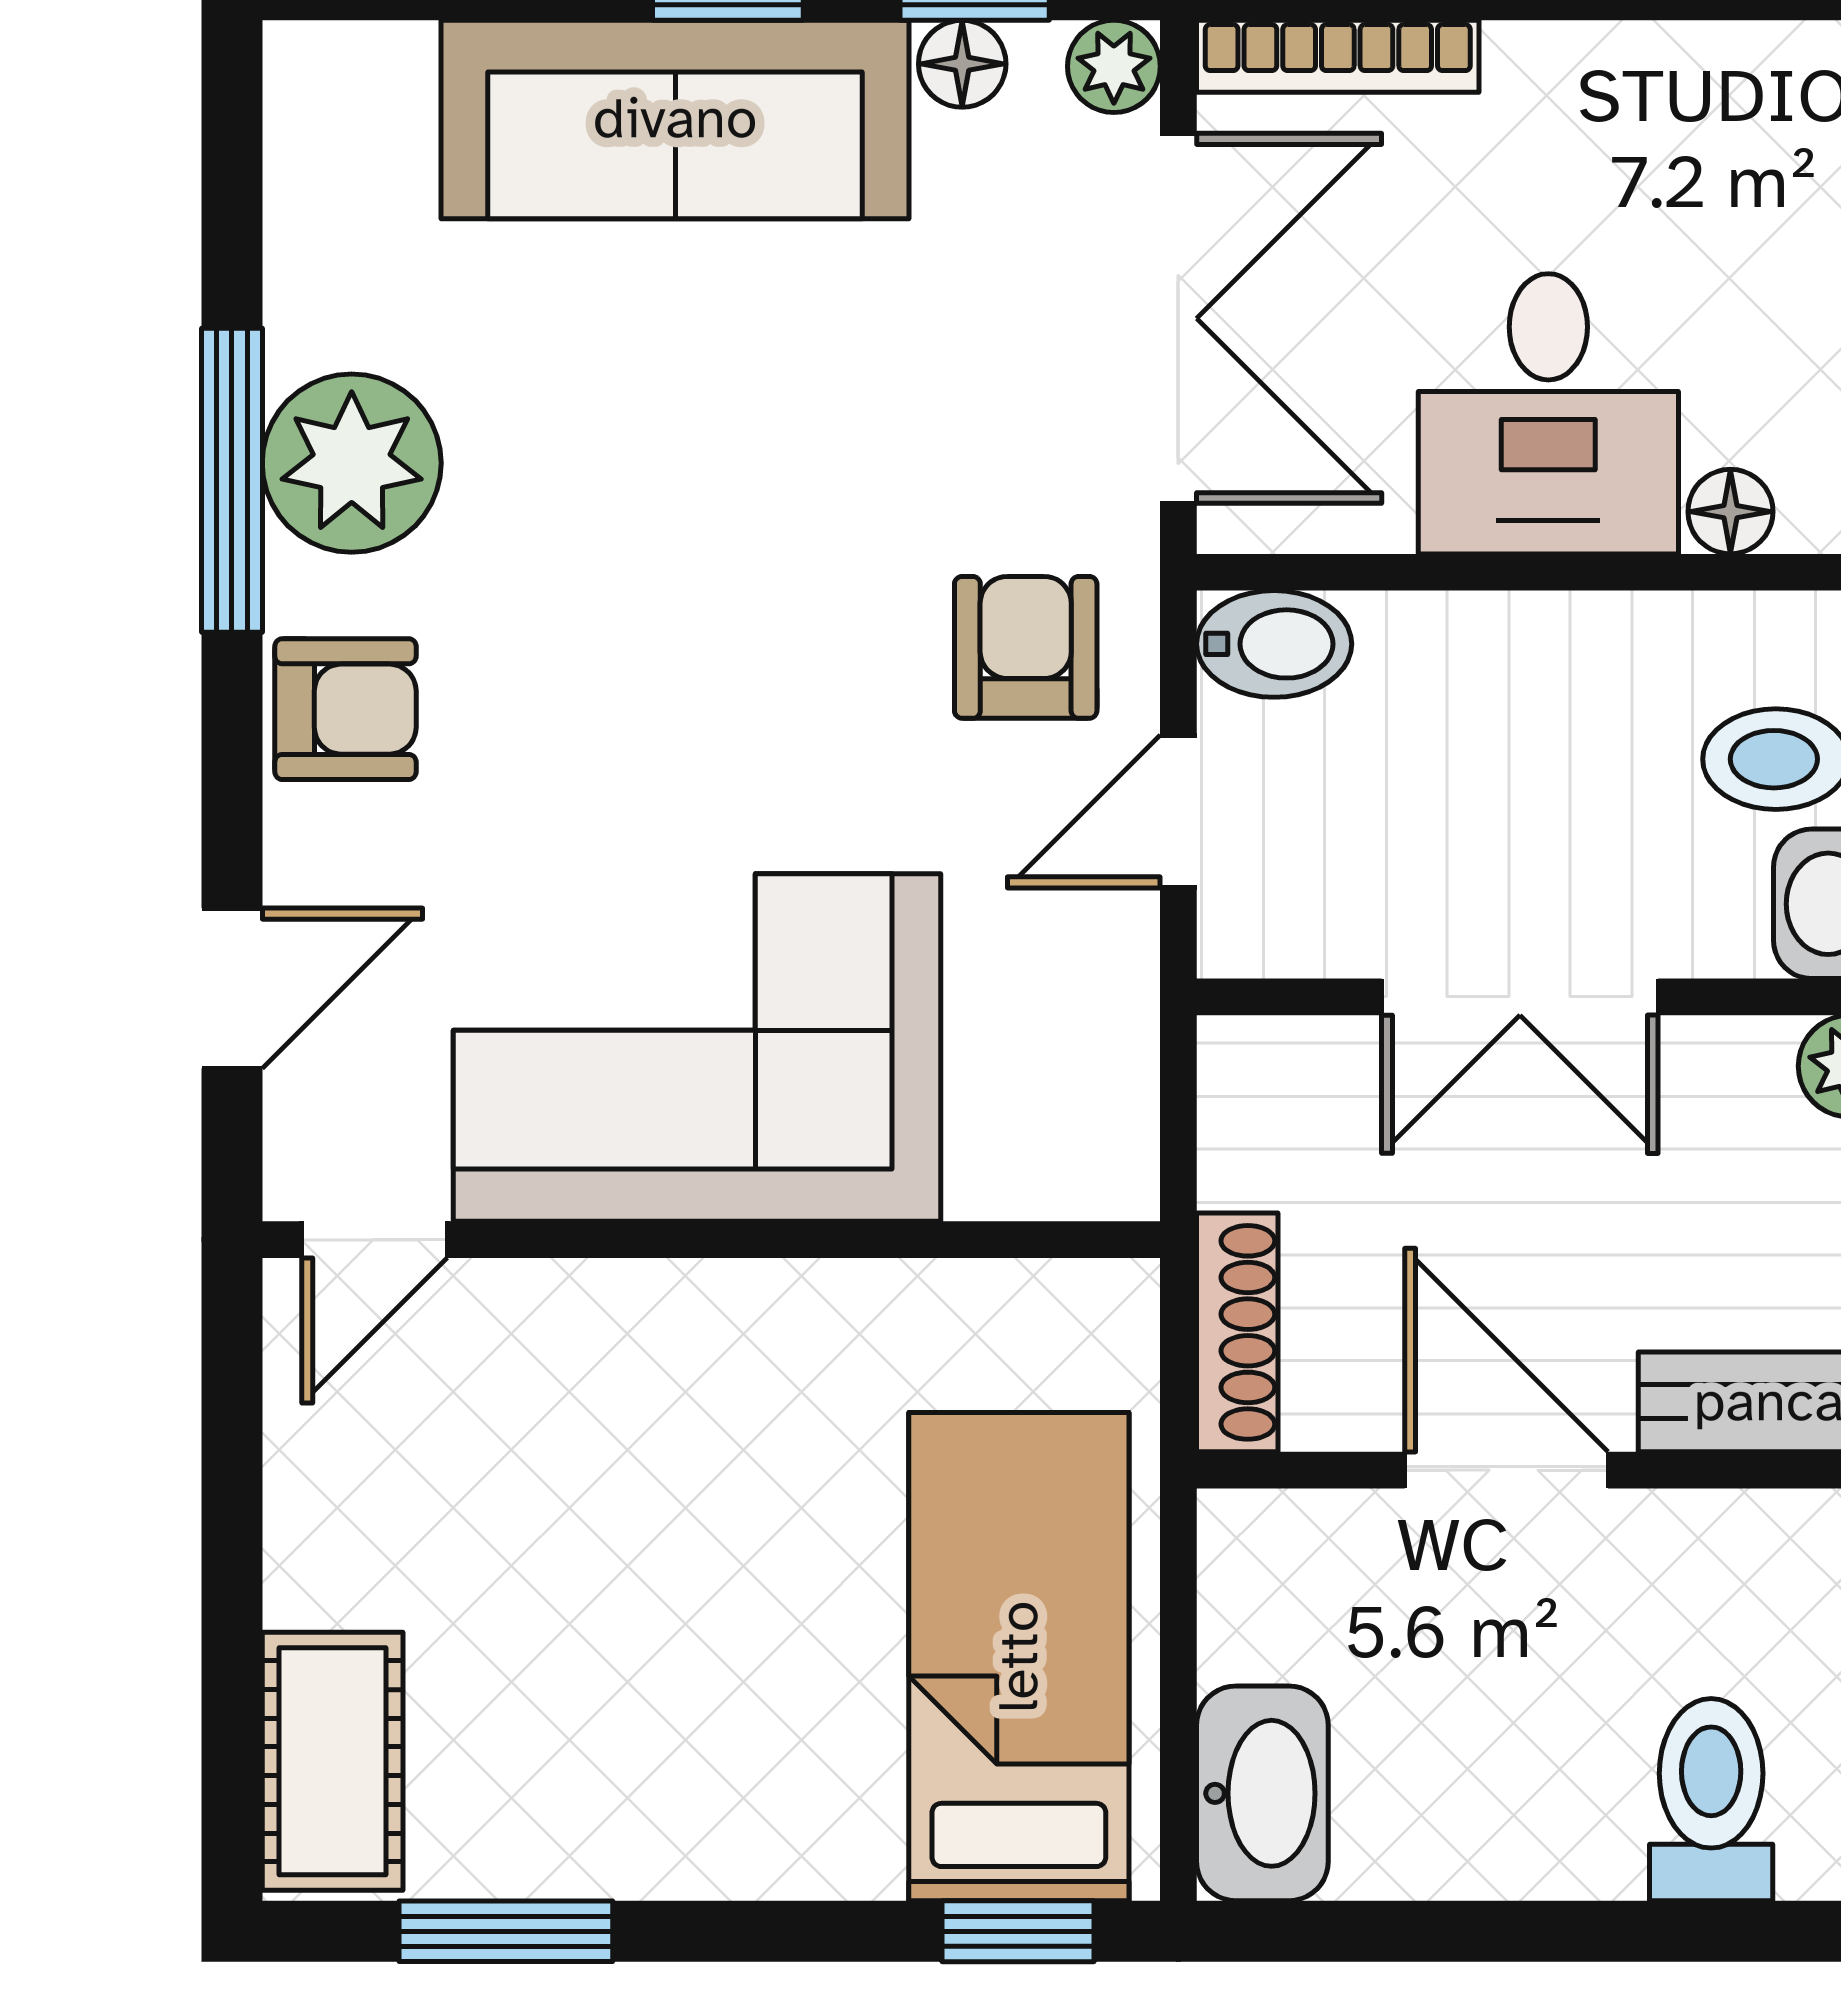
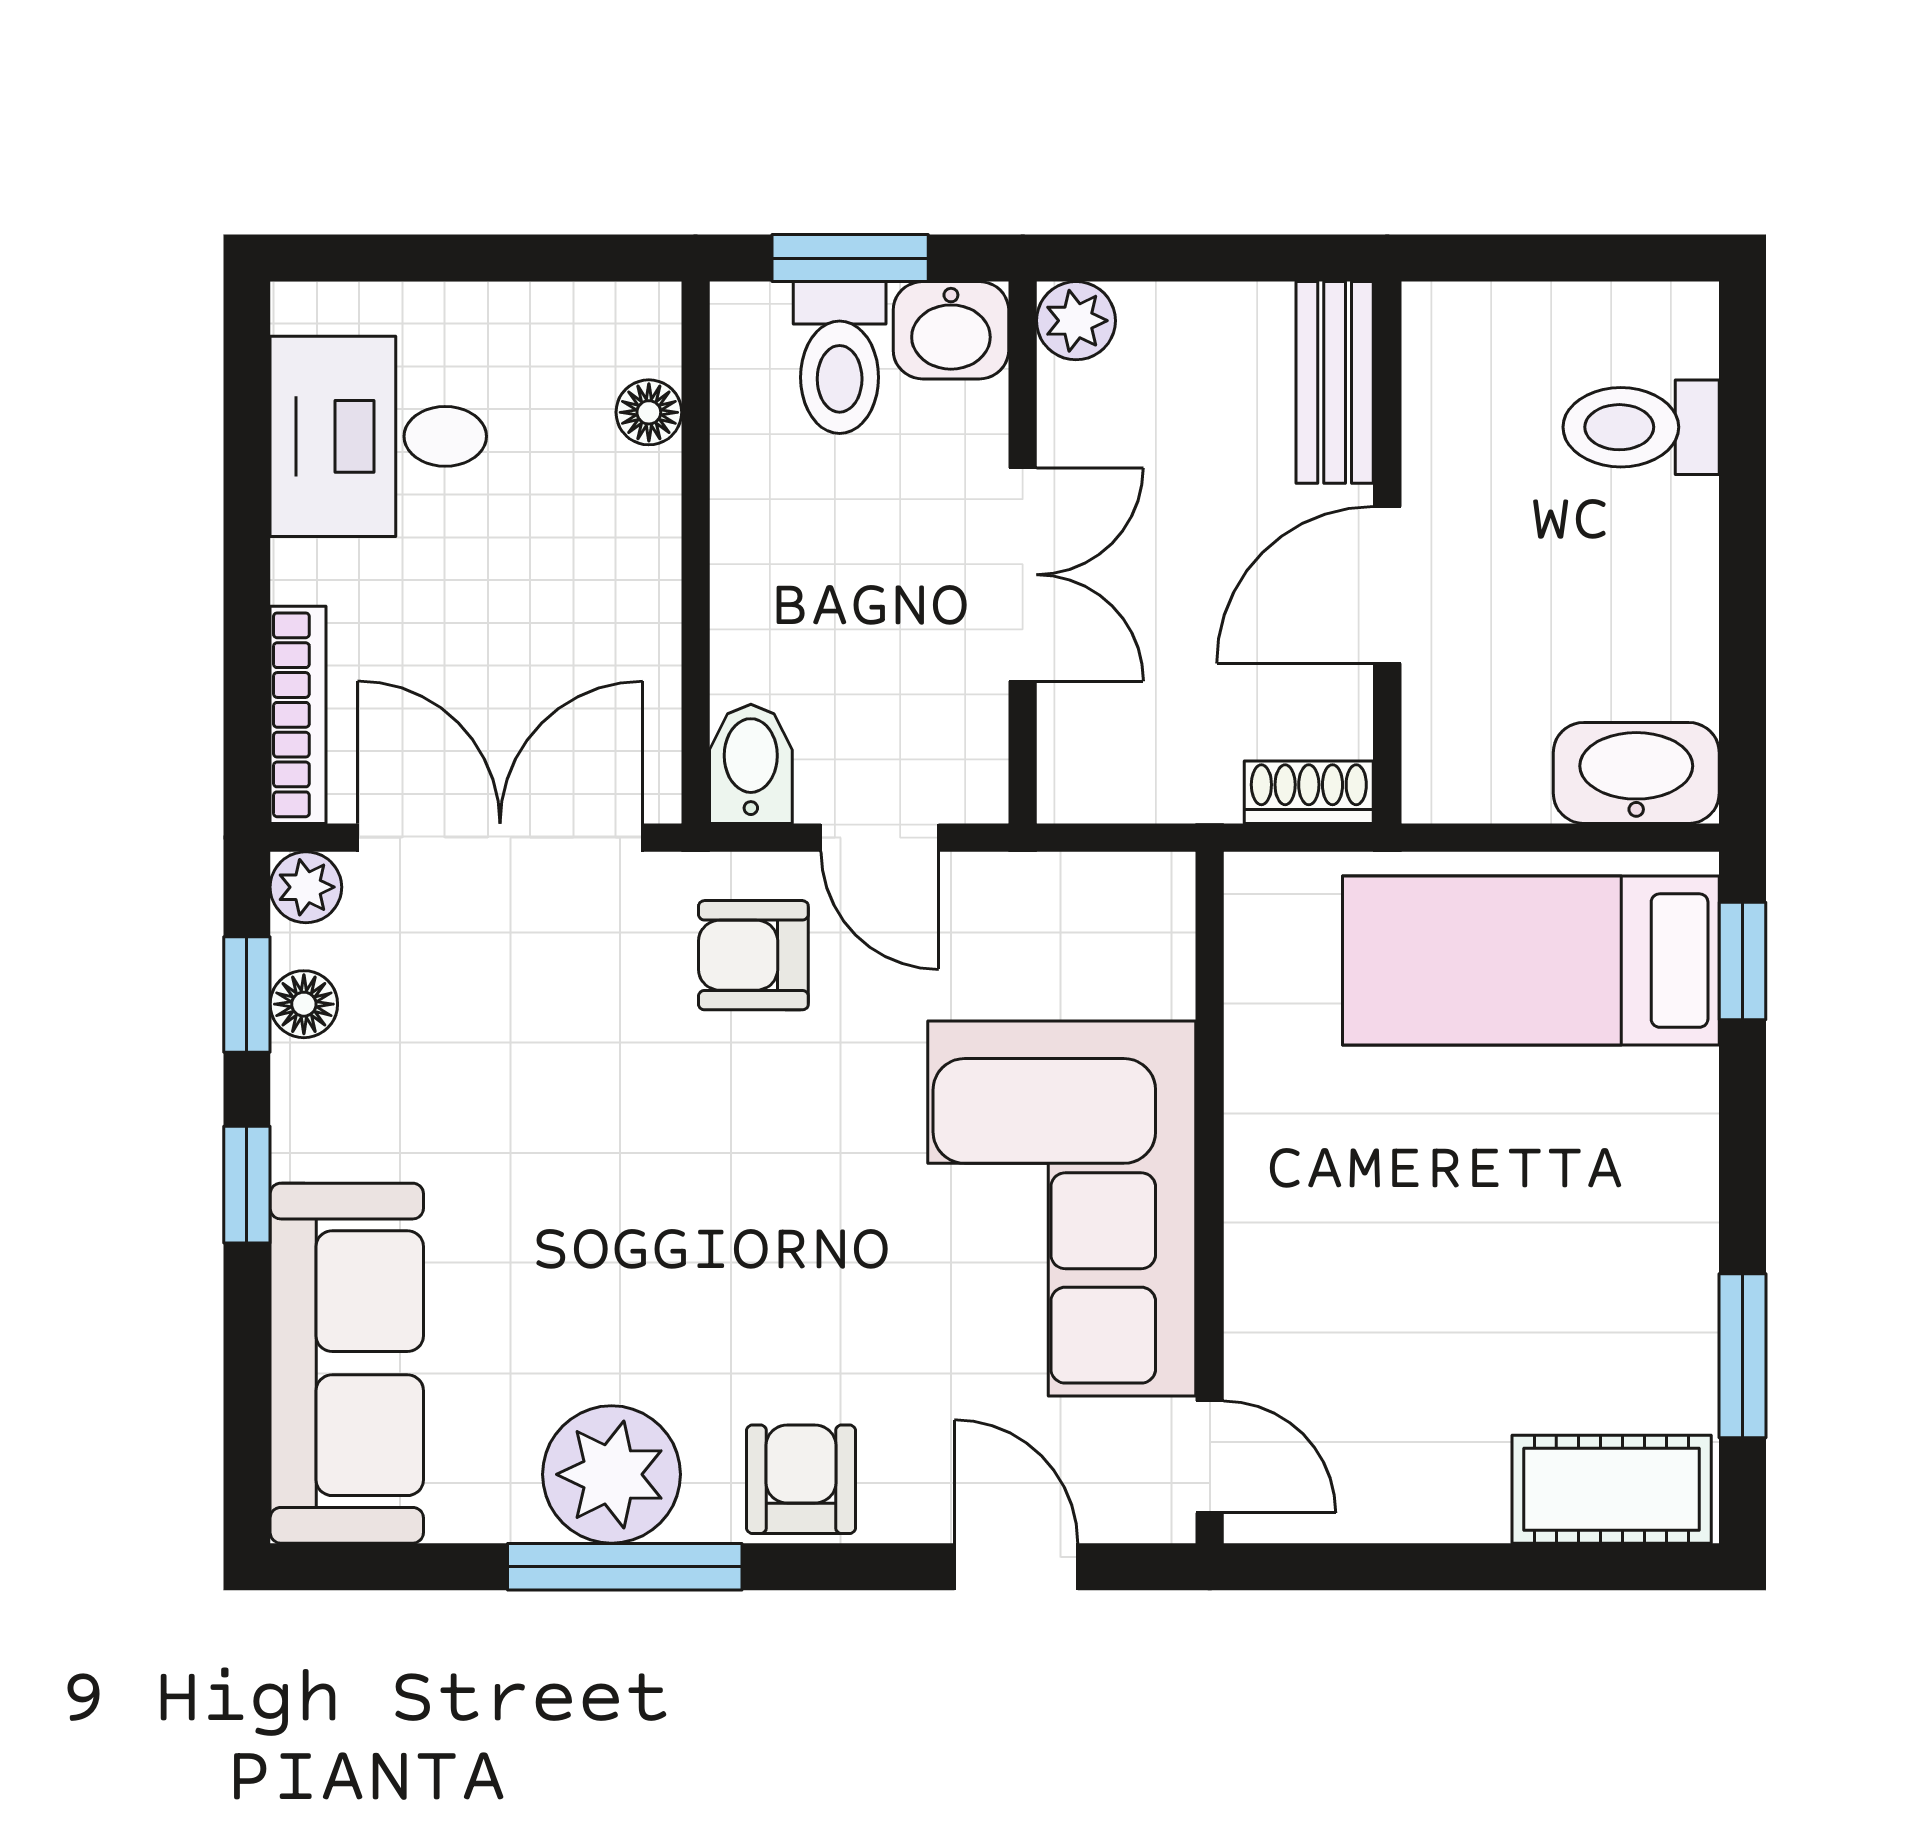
sofa: (675, 119) -> (347, 1363), moved
desk: (1548, 414) -> (378, 436), moved, turned 180
shoe rack: (1237, 1332) -> (1309, 792), width x0.70

